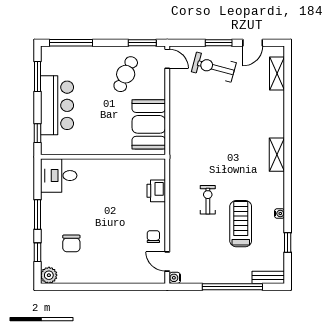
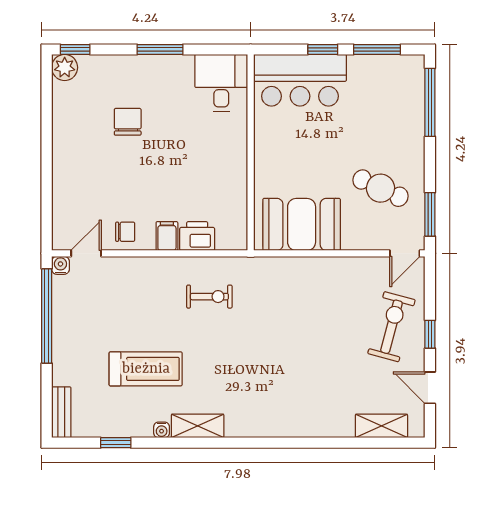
window: (219, 43) -> (430, 334), width x0.67
bar counter: (57, 105) -> (300, 80), moved
window: (37, 133) -> (323, 49), moved
shelving: (277, 155) -> (198, 426), moved
exercise bike: (208, 200) -> (209, 297), moved
filing cabinet: (156, 210) -> (167, 236), added
chair: (71, 243) -> (128, 122), moved, turned 90
window: (37, 252) -> (75, 49), moved
window: (232, 287) -> (47, 316), moved

